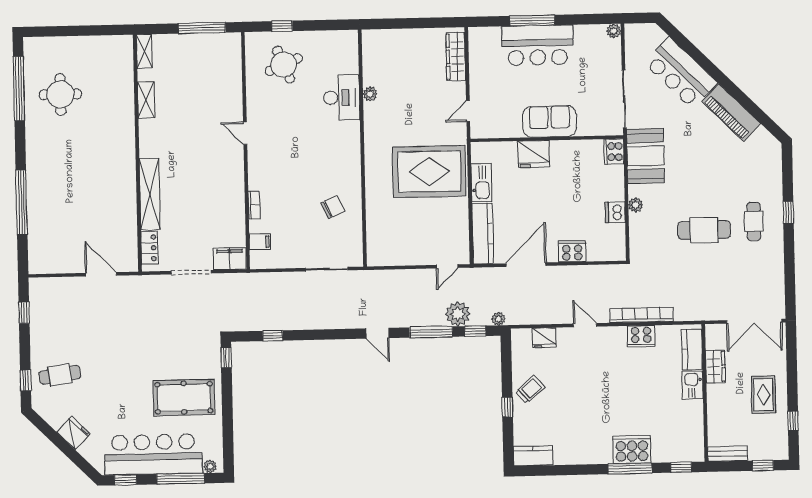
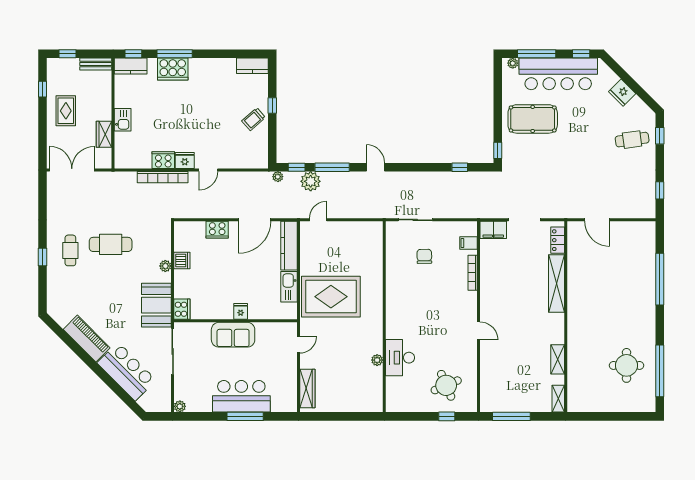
fridge: (534, 154) -> (241, 311), width x0.53, depth x0.75
bookcase: (254, 205) -> (473, 273), width x1.56
chair: (333, 207) -> (424, 256), moved, turned 113
door: (585, 325) -> (208, 170), hinge flipped
fridge: (544, 338) -> (185, 161), moved
kitchen counter: (692, 349) -> (131, 66), moved, turned 90

